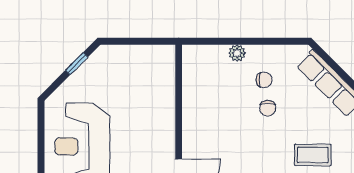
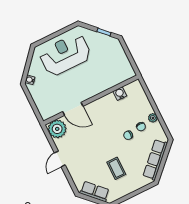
plant: (237, 53) -> (153, 118), moved
water cooler: (192, 88) -> (120, 94), added

